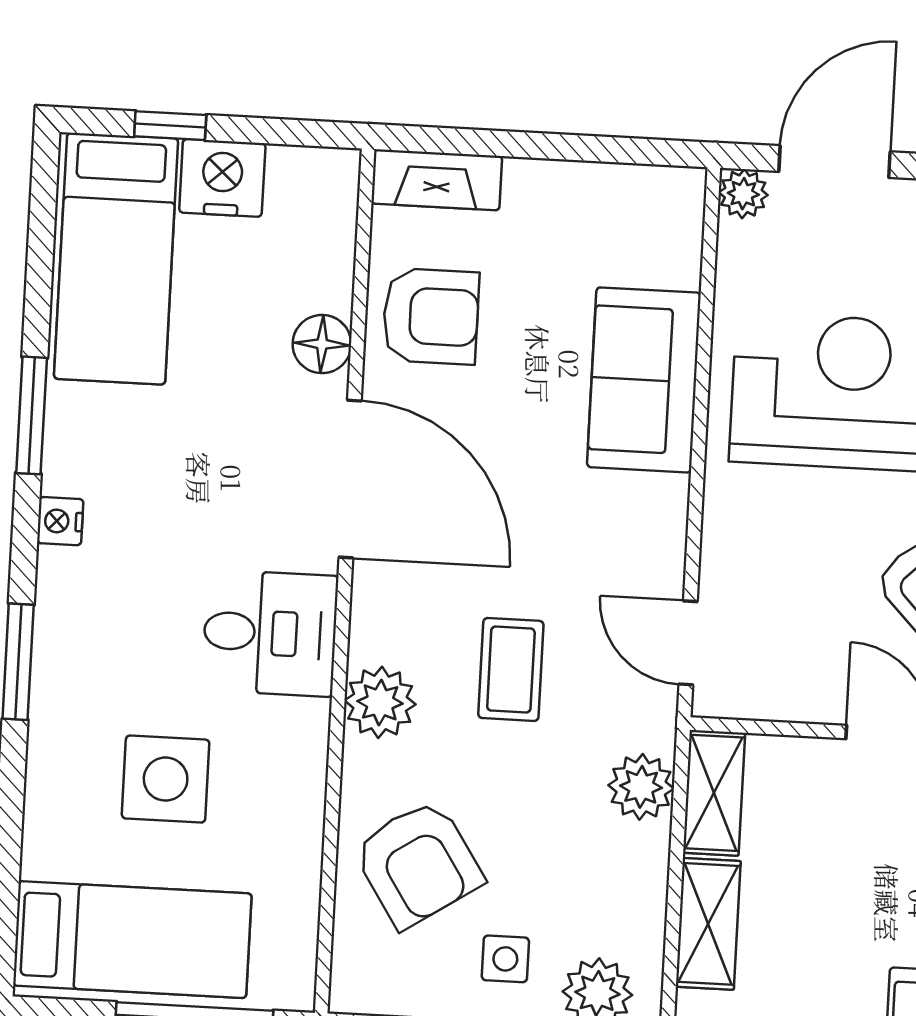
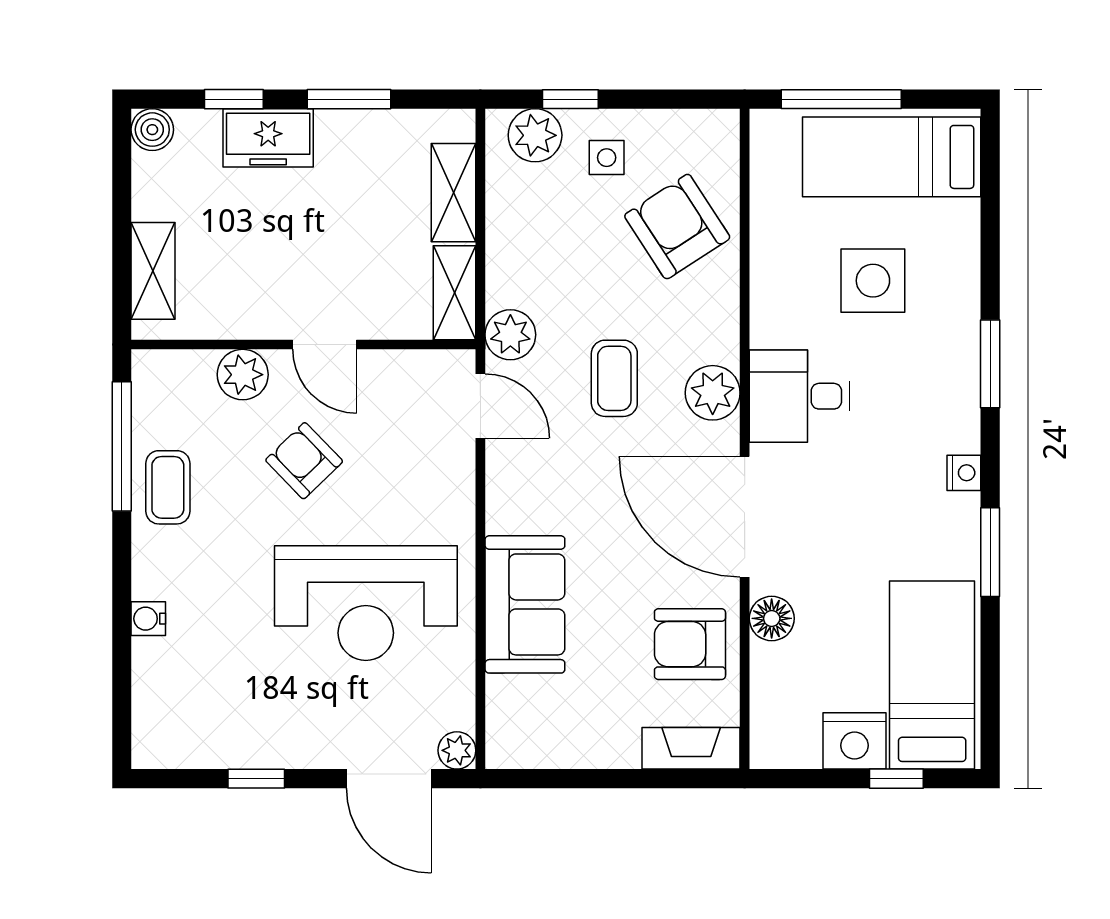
door: (835, 162) -> (389, 779), hinge flipped
plant: (380, 702) -> (713, 393), moved
plant: (641, 787) -> (510, 335), moved

